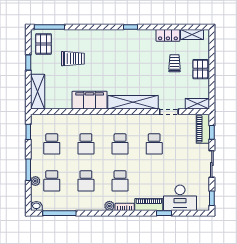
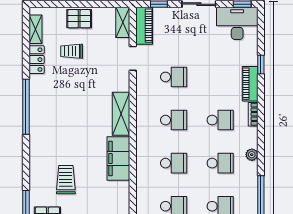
window: (131, 27) -> (26, 107), width x3.17
shelving: (133, 102) -> (121, 114), width x0.68
piano: (203, 129) -> (144, 26), moved, turned -90
desk: (180, 198) -> (237, 23), moved, turned -90
plant: (109, 206) -> (252, 155), moved

